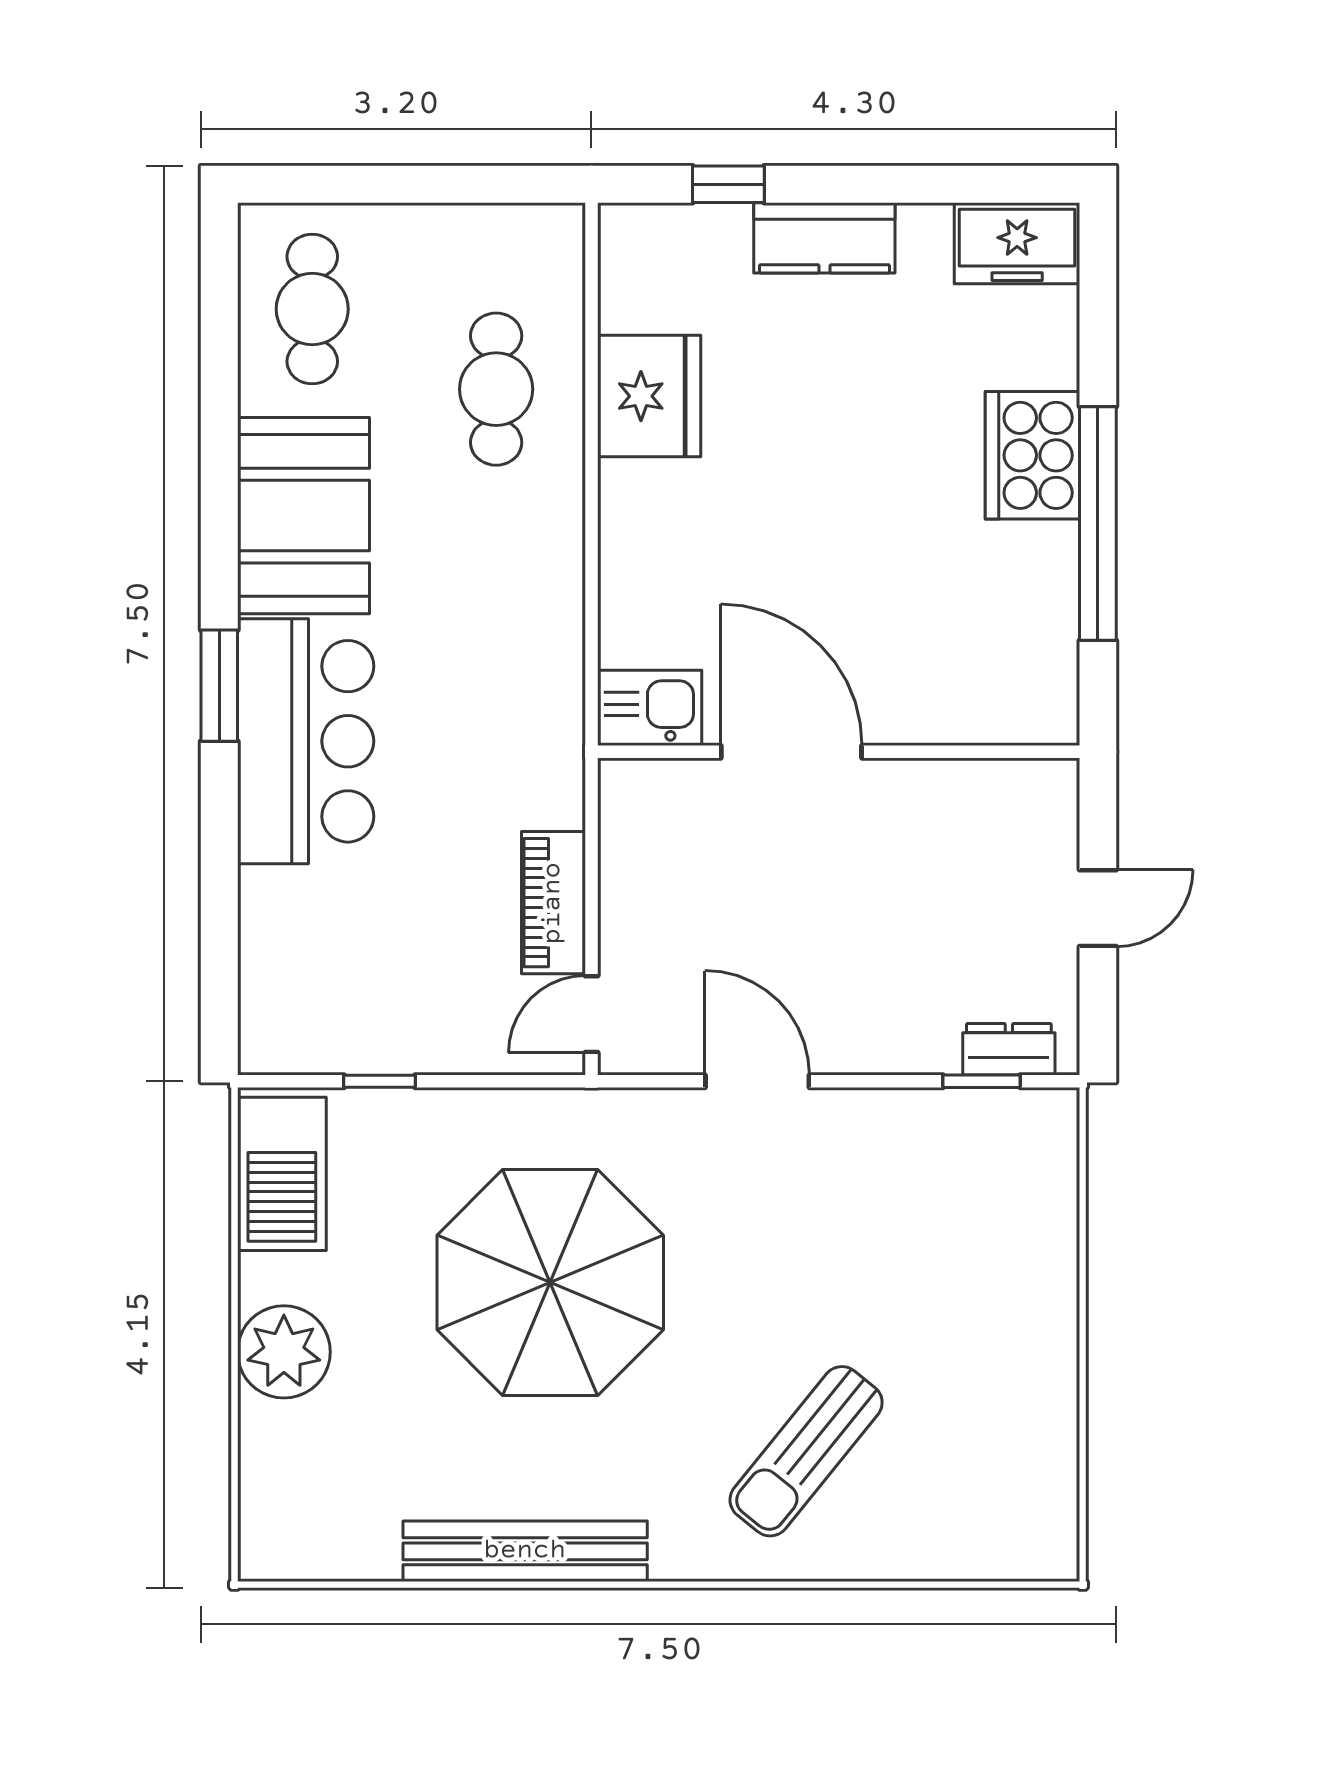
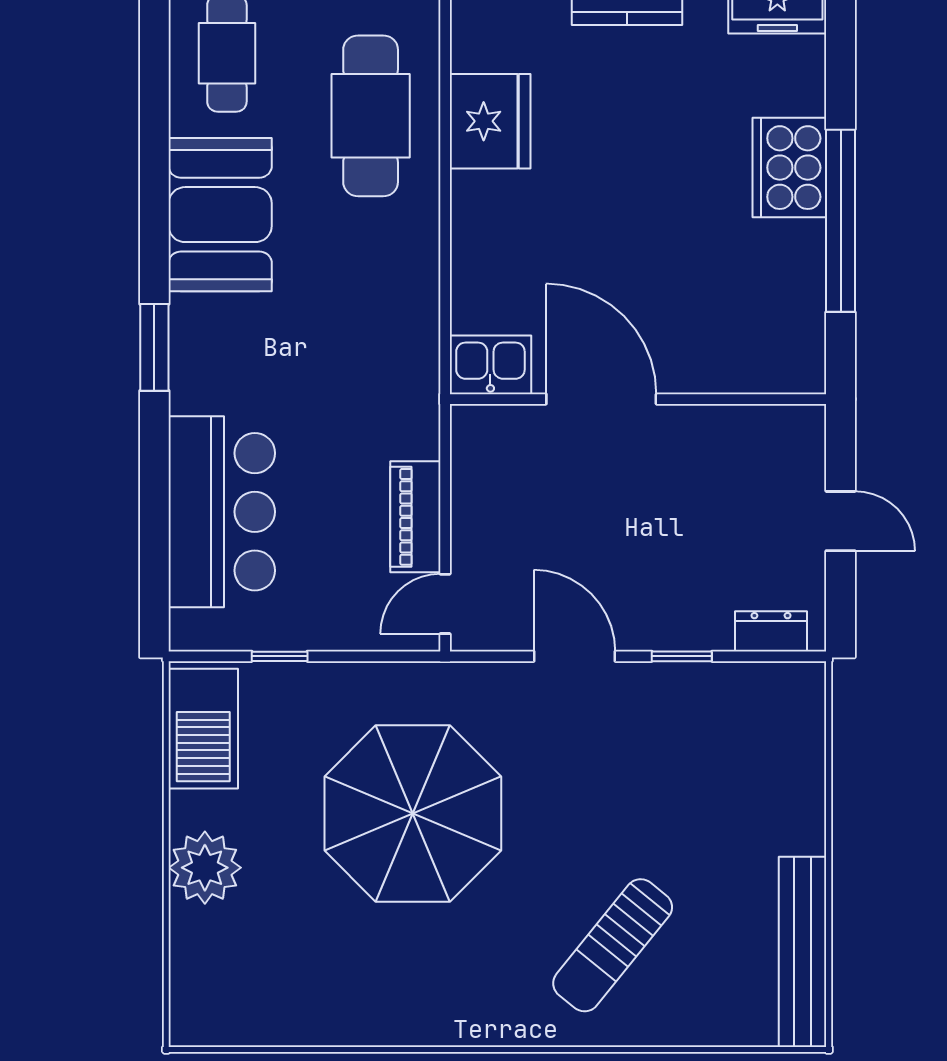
cafe table: (496, 389) -> (371, 116), width x1.37, depth x1.35
bar counter: (306, 741) -> (222, 512), moved
door: (1098, 908) -> (841, 521), hinge flipped
window: (982, 1081) -> (682, 656), moved
bench: (525, 1551) -> (803, 952), moved, turned 90

